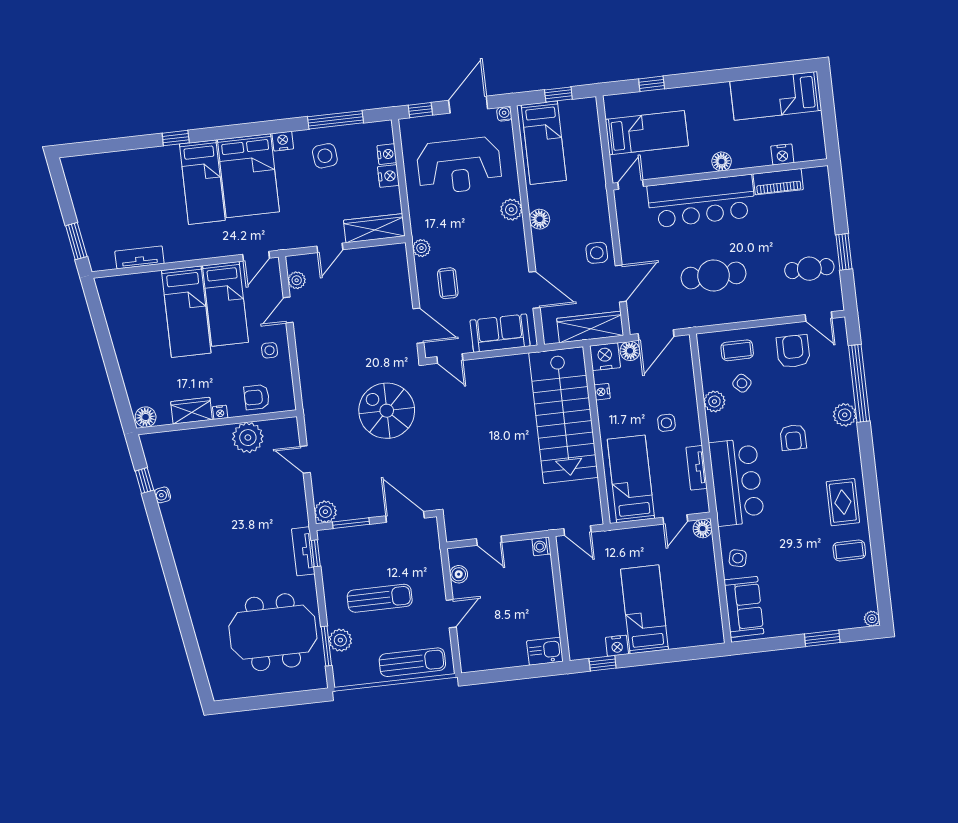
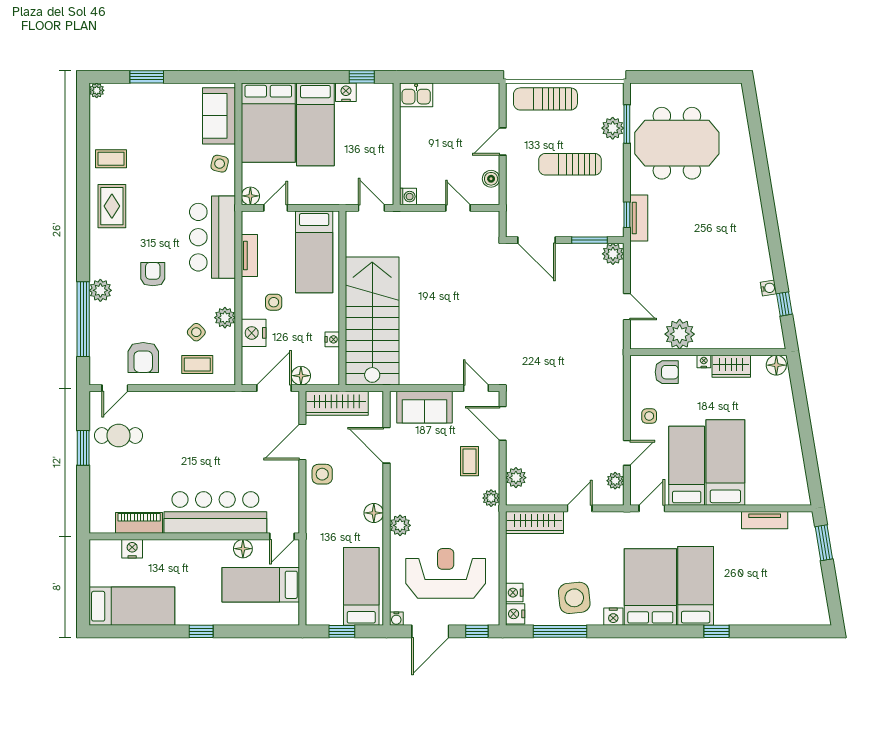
window: (652, 84) -> (201, 631), moved
side table: (325, 156) -> (574, 598), width x1.37, depth x1.37
floor lamp: (722, 161) -> (243, 549), moved
nightstand: (388, 176) -> (515, 614), moved
plant: (399, 272) -> (516, 478), added
cafe table: (714, 276) -> (212, 439), removed
door: (819, 317) -> (115, 388), swing flipped
nightstand: (605, 357) -> (254, 333), moved, turned 90
spiral stairs: (387, 411) -> (543, 345), removed
bed: (693, 606) -> (268, 123), added

